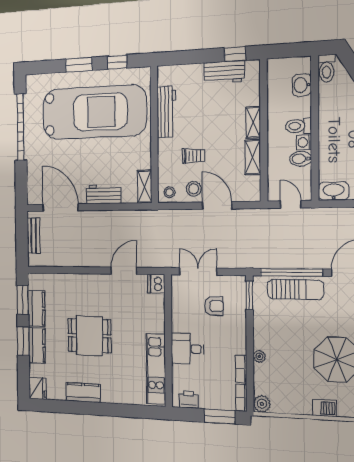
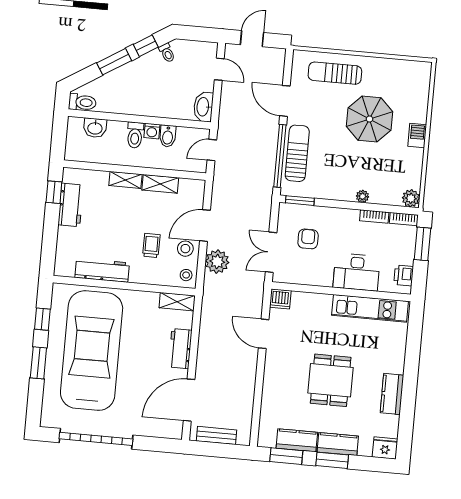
plant: (185, 221) -> (217, 262), added
desk: (187, 349) -> (357, 272), width x1.37

